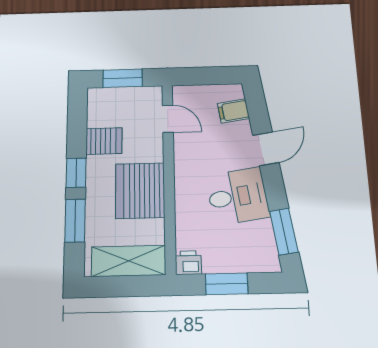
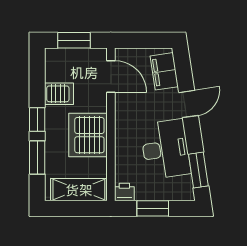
filing cabinet: (234, 111) -> (164, 71), width x2.00
door: (168, 119) -> (111, 76), width x1.38
desk: (238, 196) -> (165, 149), width x1.37

